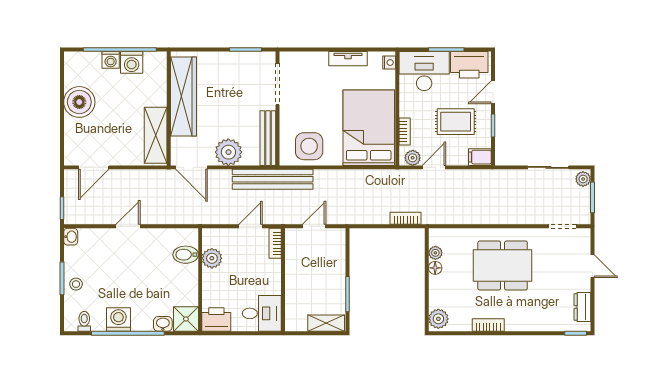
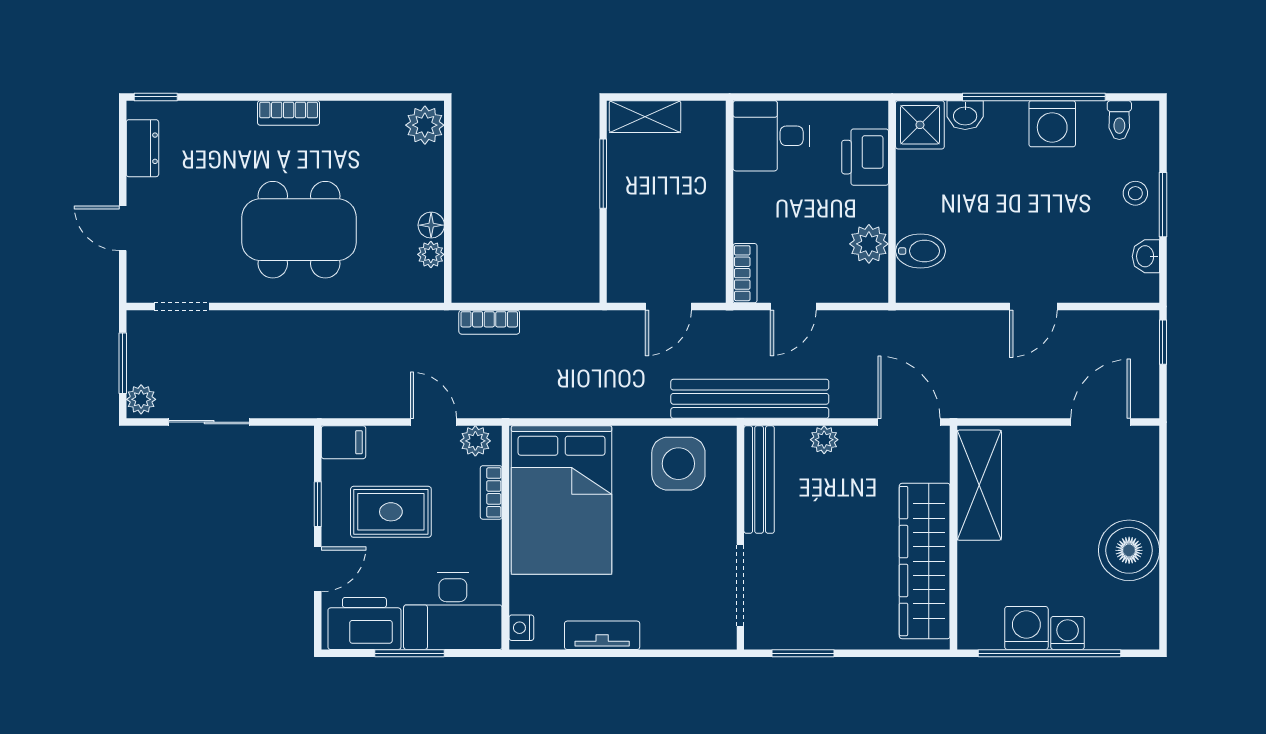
plant: (228, 152) -> (824, 440), width x0.53, depth x0.53
door: (434, 167) -> (434, 422), swing flipped
washbasin: (71, 237) -> (1146, 256), moved
printer: (216, 319) -> (865, 157), moved, turned 90
bookcase: (488, 325) -> (289, 113), moved

